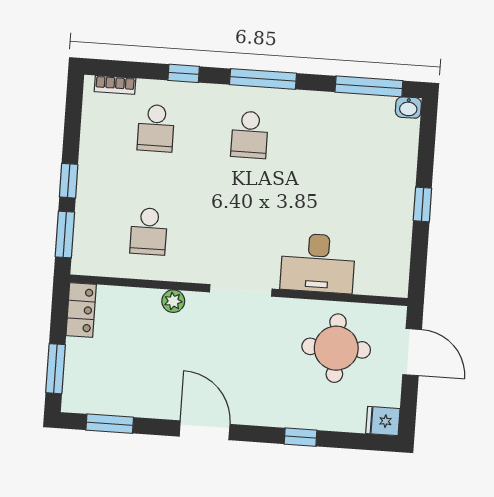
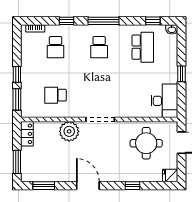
window: (369, 86) -> (153, 21), width x0.46
school desk: (343, 141) -> (143, 47), added
school desk: (149, 231) -> (56, 95), turned 90
desk: (318, 263) -> (164, 101), moved, turned -90
plant: (173, 301) -> (69, 131), width x1.88, depth x1.88

